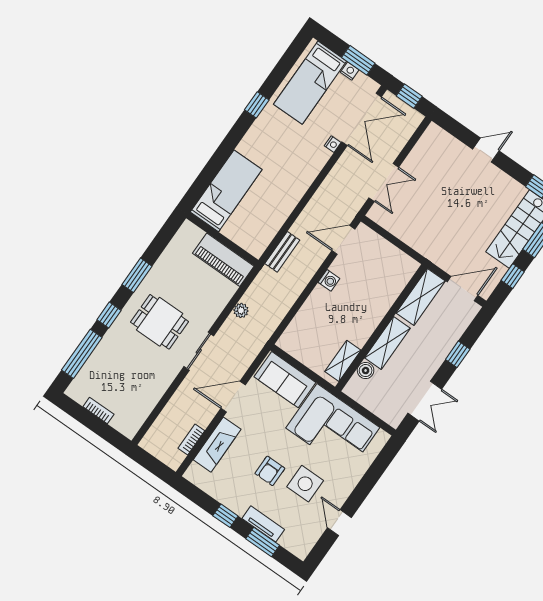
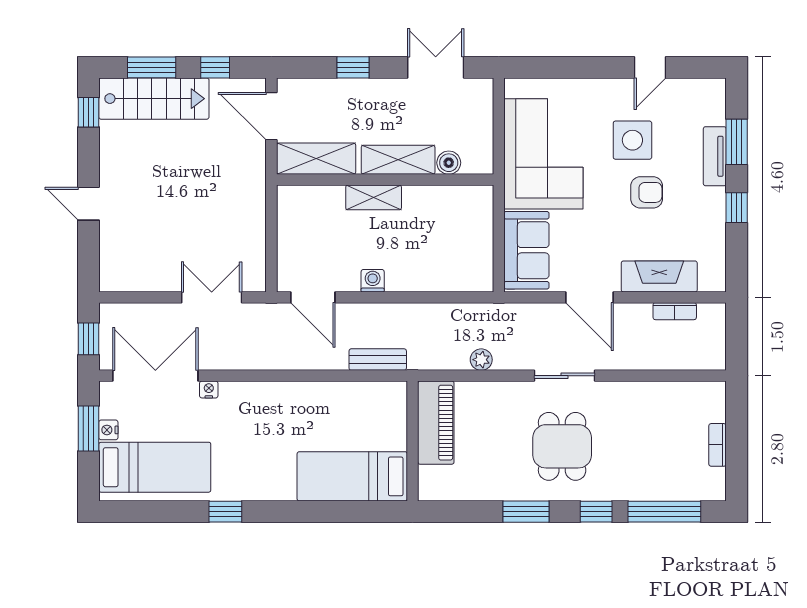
shelving: (343, 361) -> (374, 197), moved

